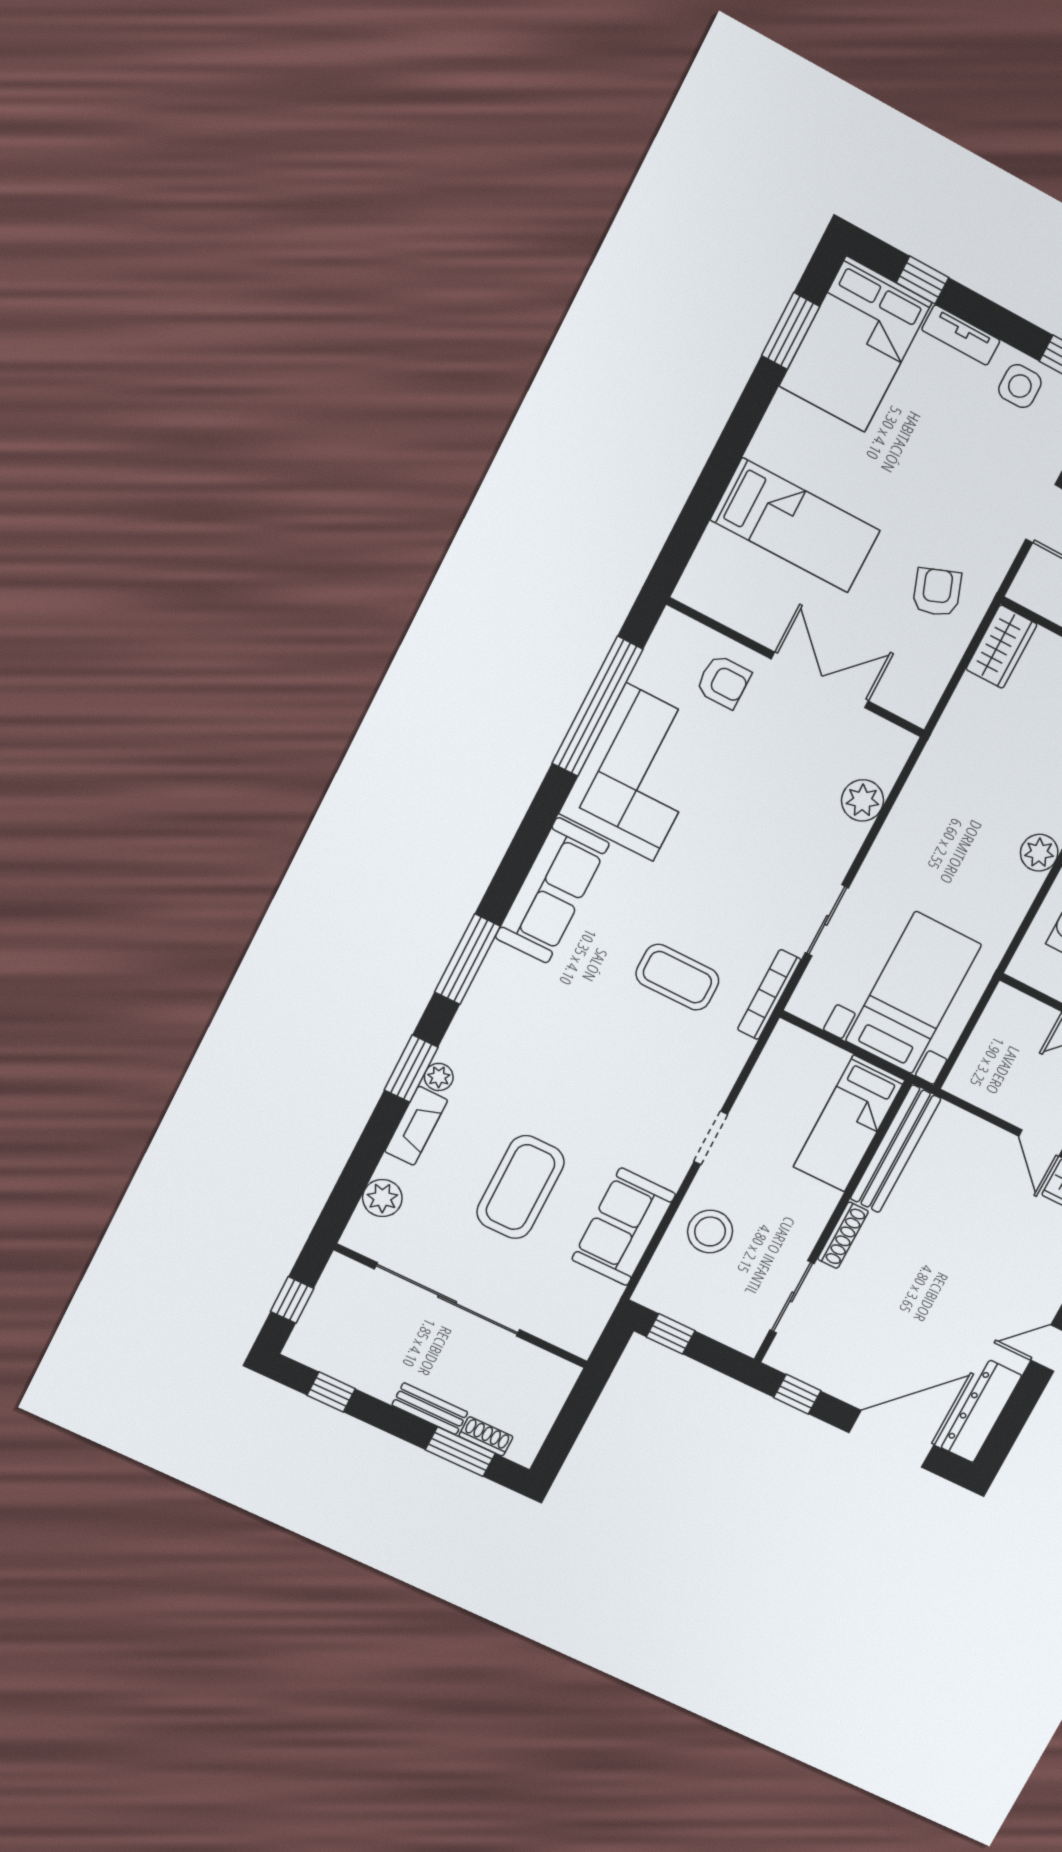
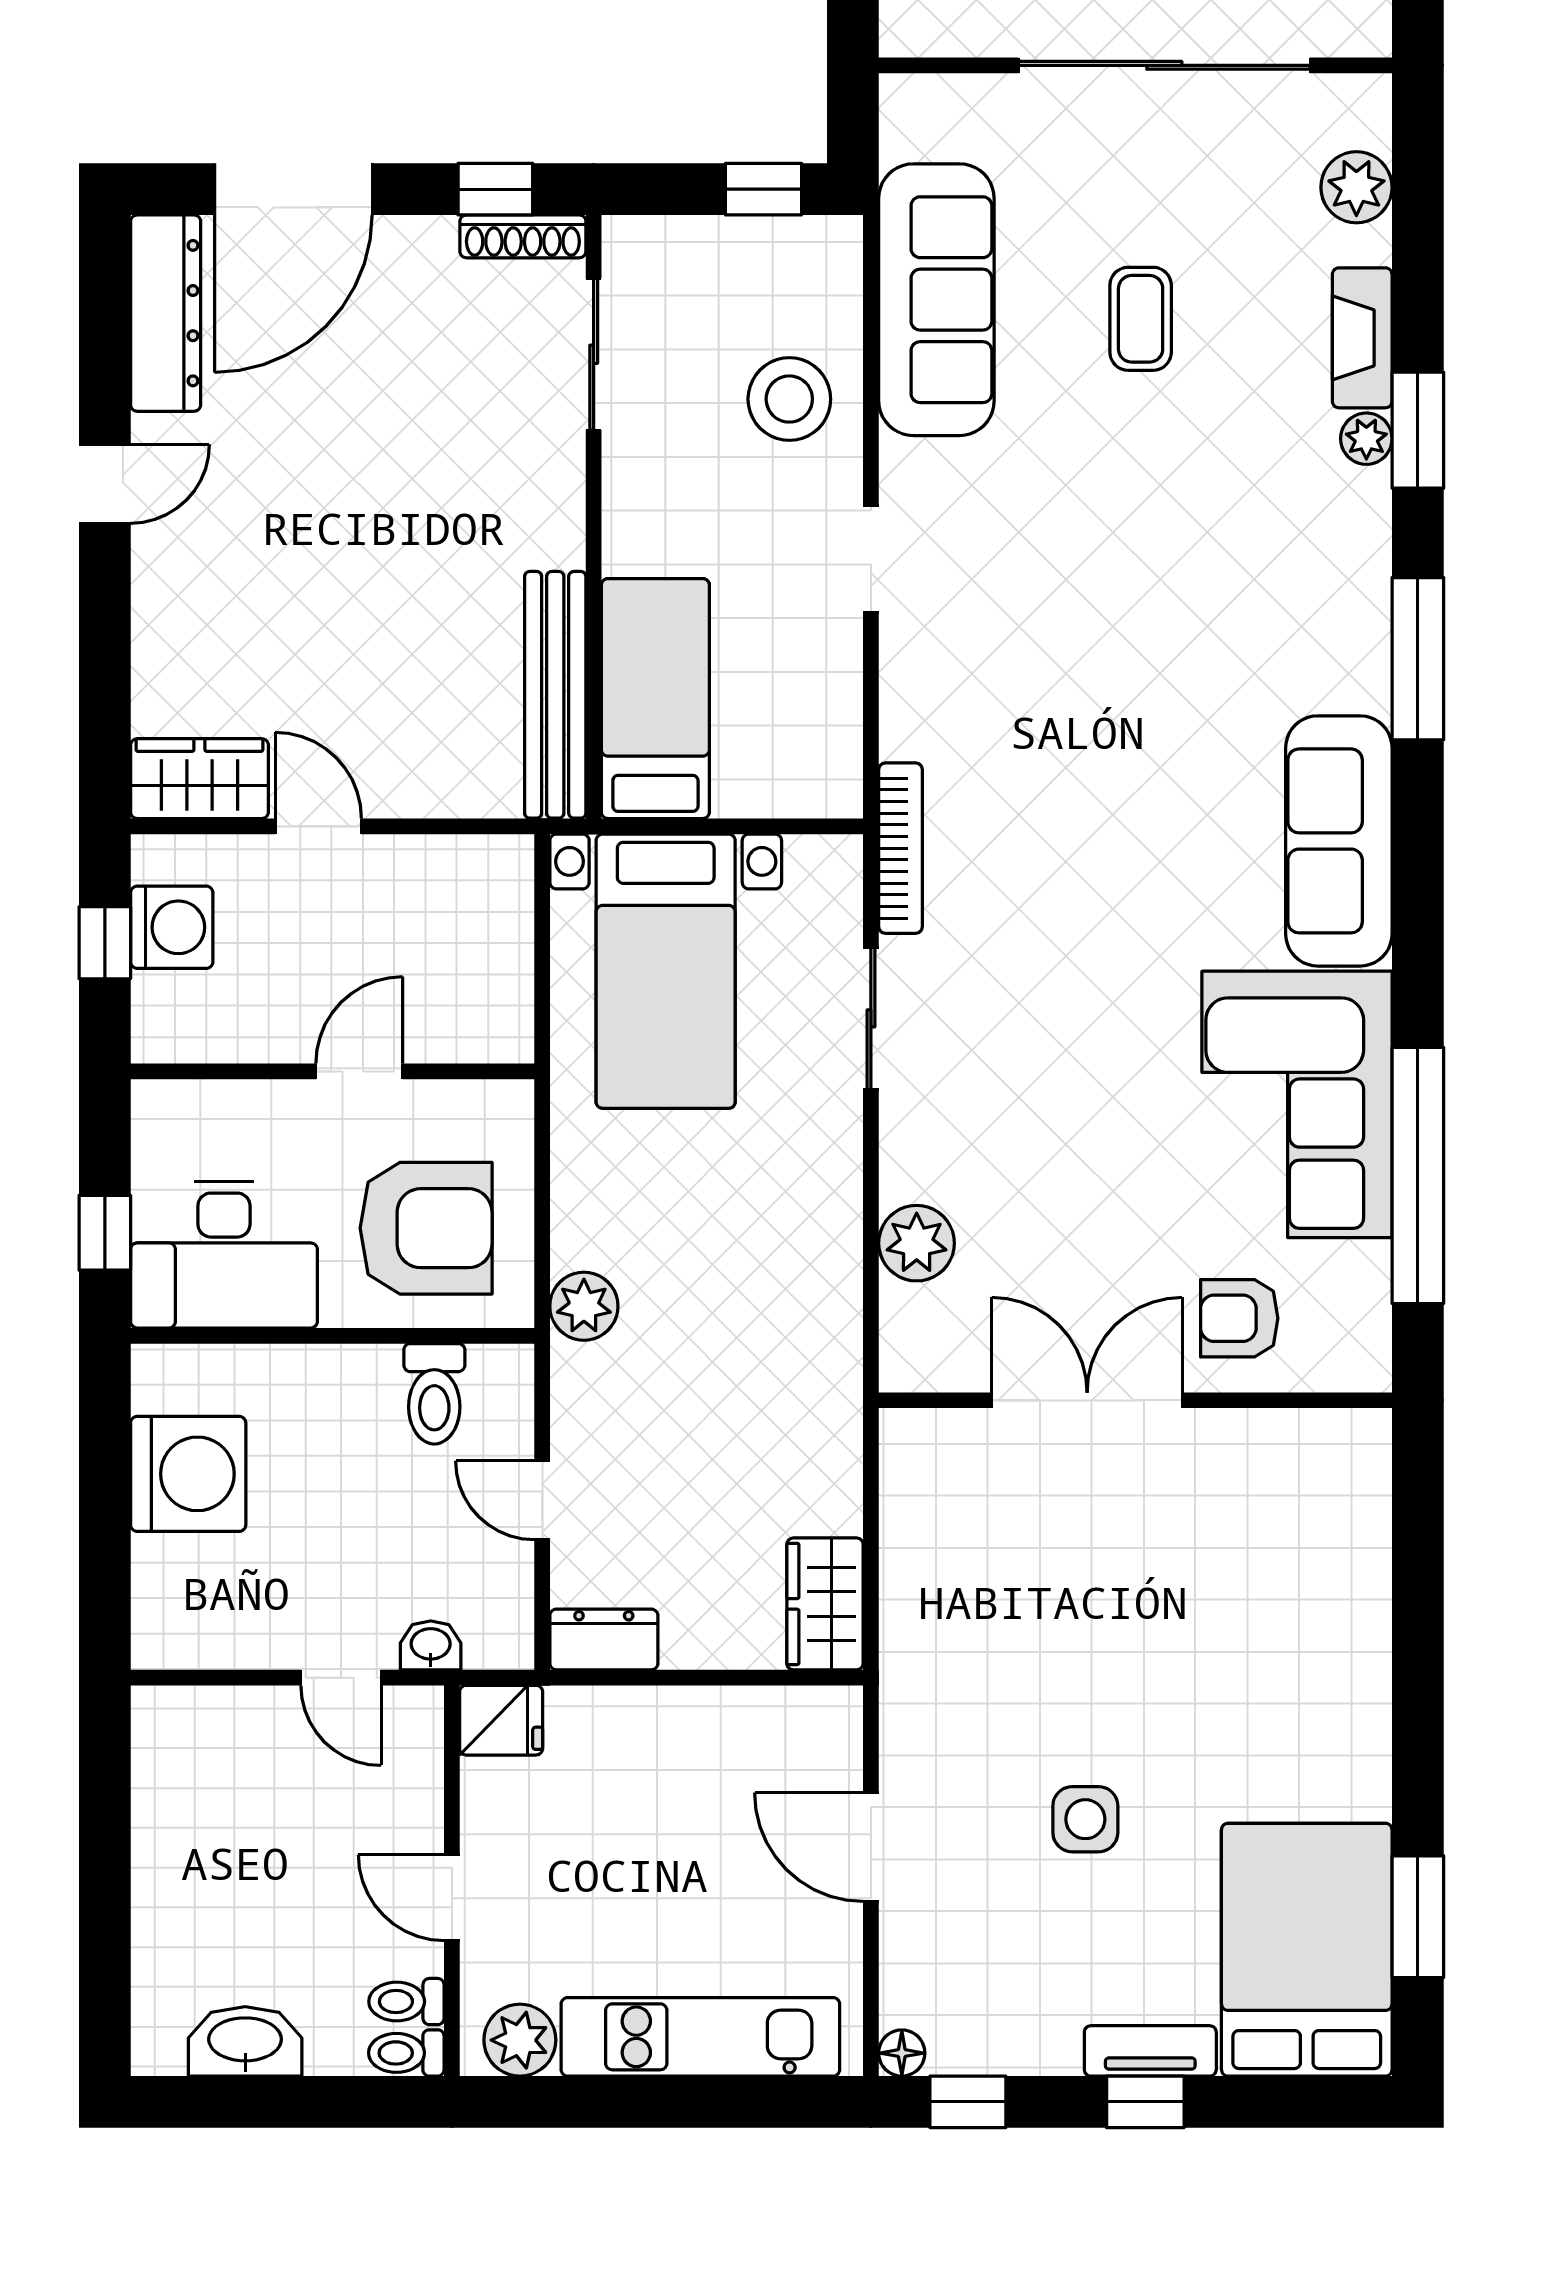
window: (922, 280) -> (1145, 2102), moved
side table: (1020, 386) -> (1085, 1819), moved
bed: (795, 525) -> (1254, 1623), removed
armchair: (937, 592) -> (975, 1636), removed
double door: (820, 680) -> (1087, 1400), swing flipped
coffee table: (677, 977) -> (1065, 801), removed
coffee table: (520, 1187) -> (1141, 319), width x0.54, depth x0.58
sofa: (624, 1227) -> (936, 300), width x1.36
shoe rack: (843, 1235) -> (523, 236), moved, turned -90

